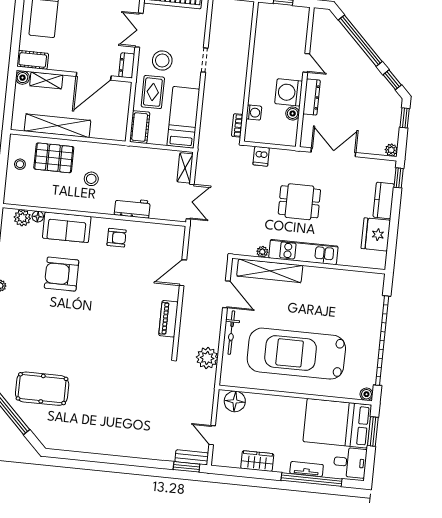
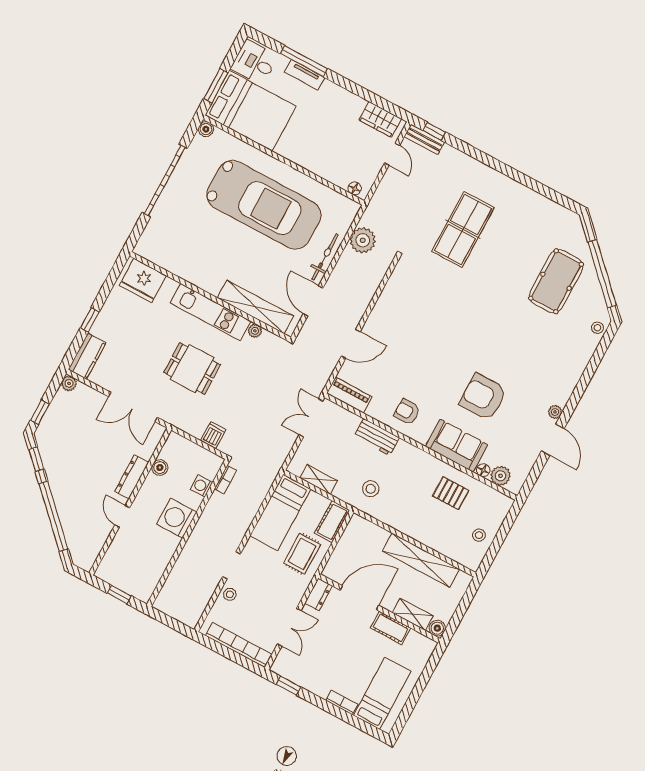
cot: (33, 60) -> (391, 628), moved
stool: (162, 61) -> (230, 594), moved, width x0.53, depth x0.53
washing machine: (289, 92) -> (177, 518), moved, turned 180
pallet: (54, 158) -> (451, 493), moved, width x0.67, depth x0.71
shelving: (185, 168) -> (319, 479), moved, turned 90
window: (399, 178) -> (90, 320), moved
stool: (91, 179) -> (371, 489), moved
kitchen counter: (384, 200) -> (87, 356), moved
fridge: (376, 234) -> (143, 281), moved, turned 90
armchair: (62, 274) -> (483, 397), turned 180
piano: (168, 319) -> (349, 395), moved, turned -90
garage door: (382, 341) -> (165, 180), width x0.73
pool table: (42, 389) -> (556, 281), turned 90
table tennis table: (132, 399) -> (463, 229), added
floor lamp: (235, 401) -> (355, 188), width x0.53, depth x0.53
wardrobe: (257, 461) -> (380, 119), moved
window: (186, 467) -> (434, 131), width x0.67
window: (312, 480) -> (304, 61), width x0.68

